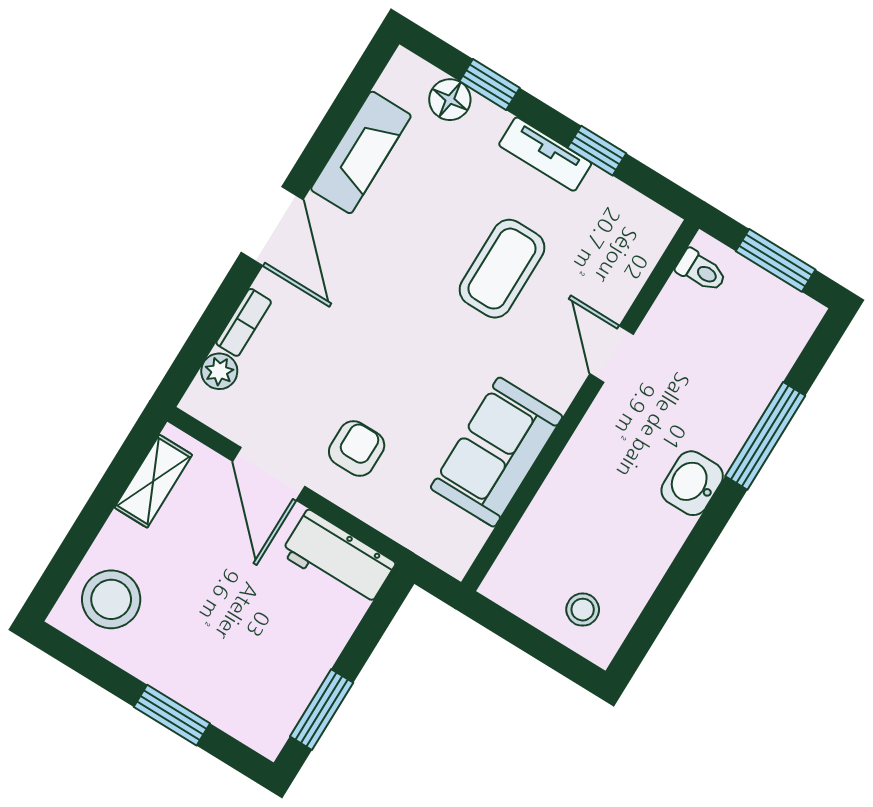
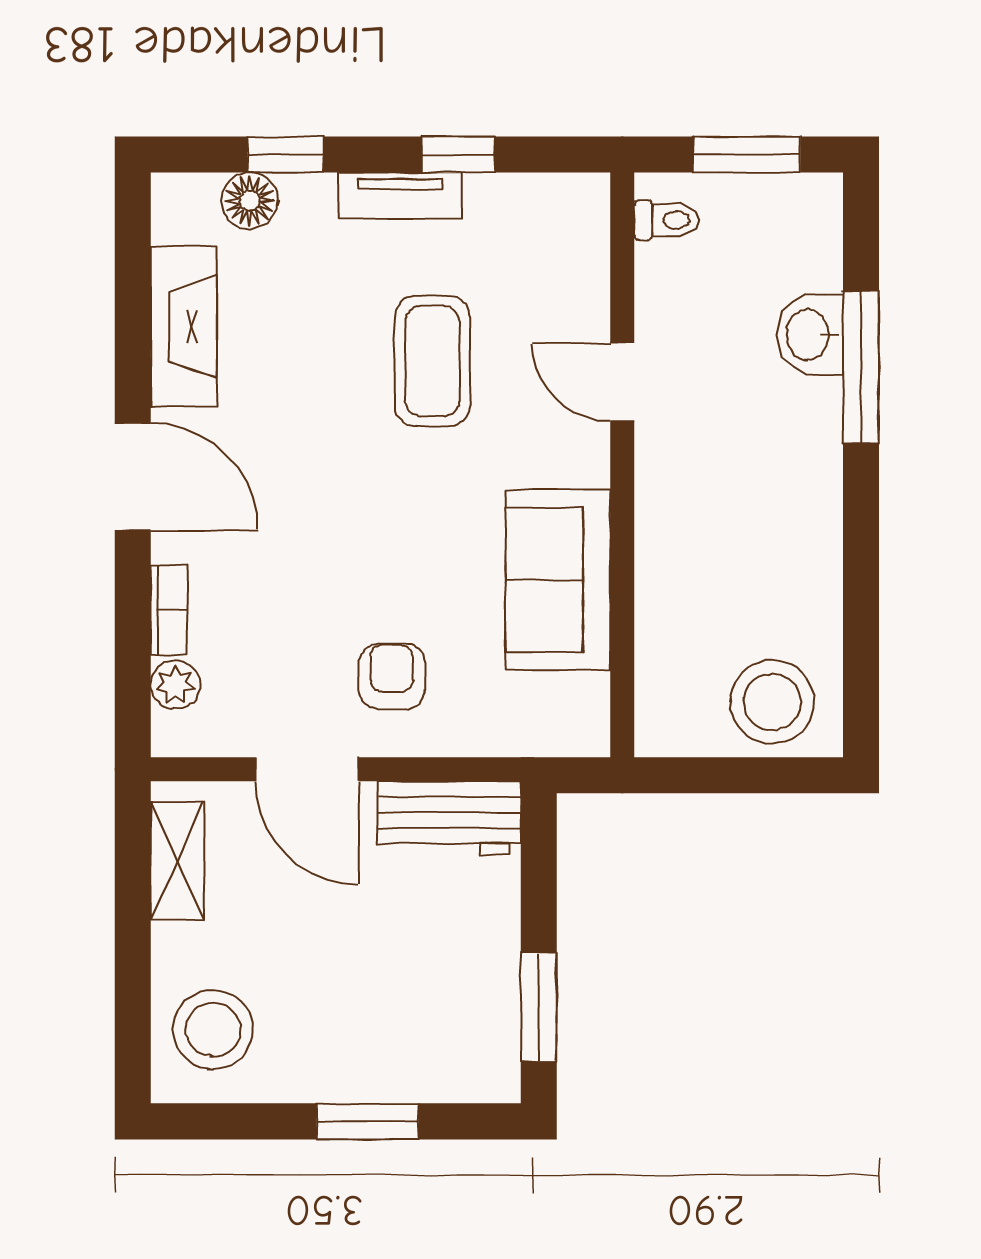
washbasin: (692, 483) -> (809, 335), moved
stool: (583, 610) -> (772, 702), width x1.89, depth x1.89

